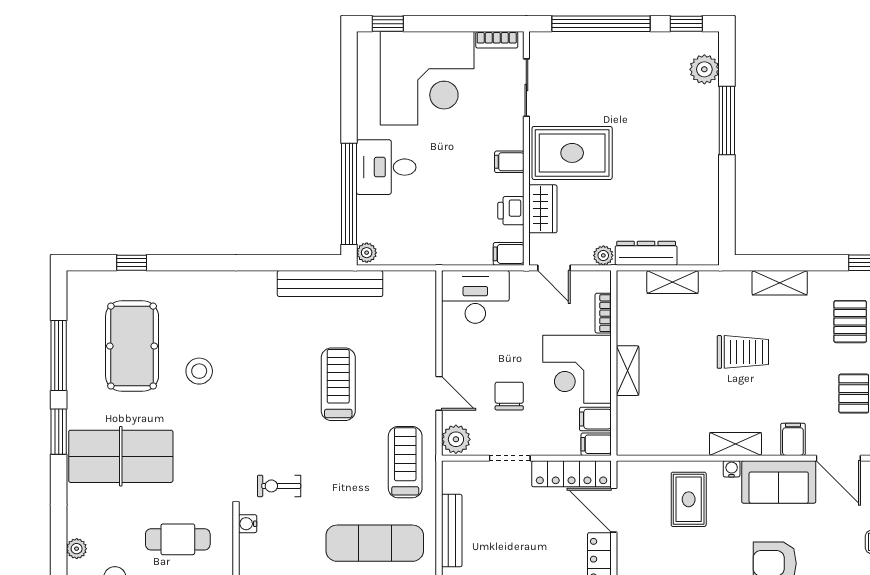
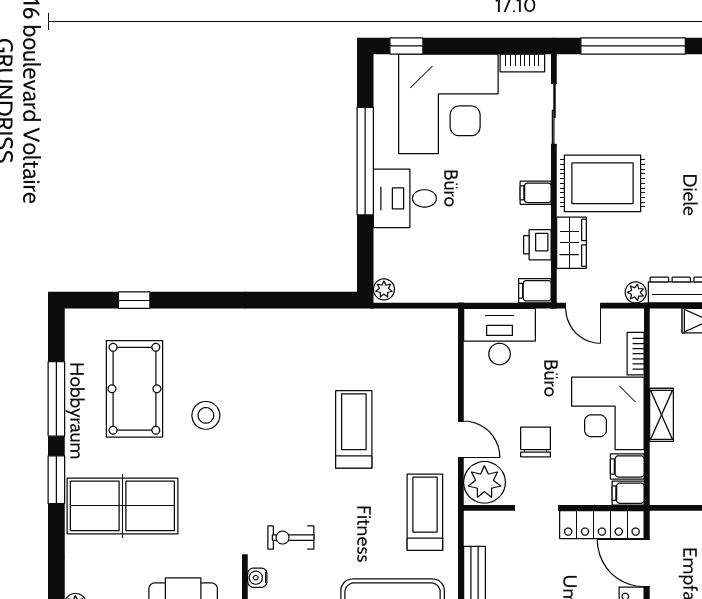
window: (349, 194) -> (365, 161), moved
bench: (330, 284) -> (345, 322), removed
plant: (456, 439) -> (484, 482), width x1.36, depth x1.36

